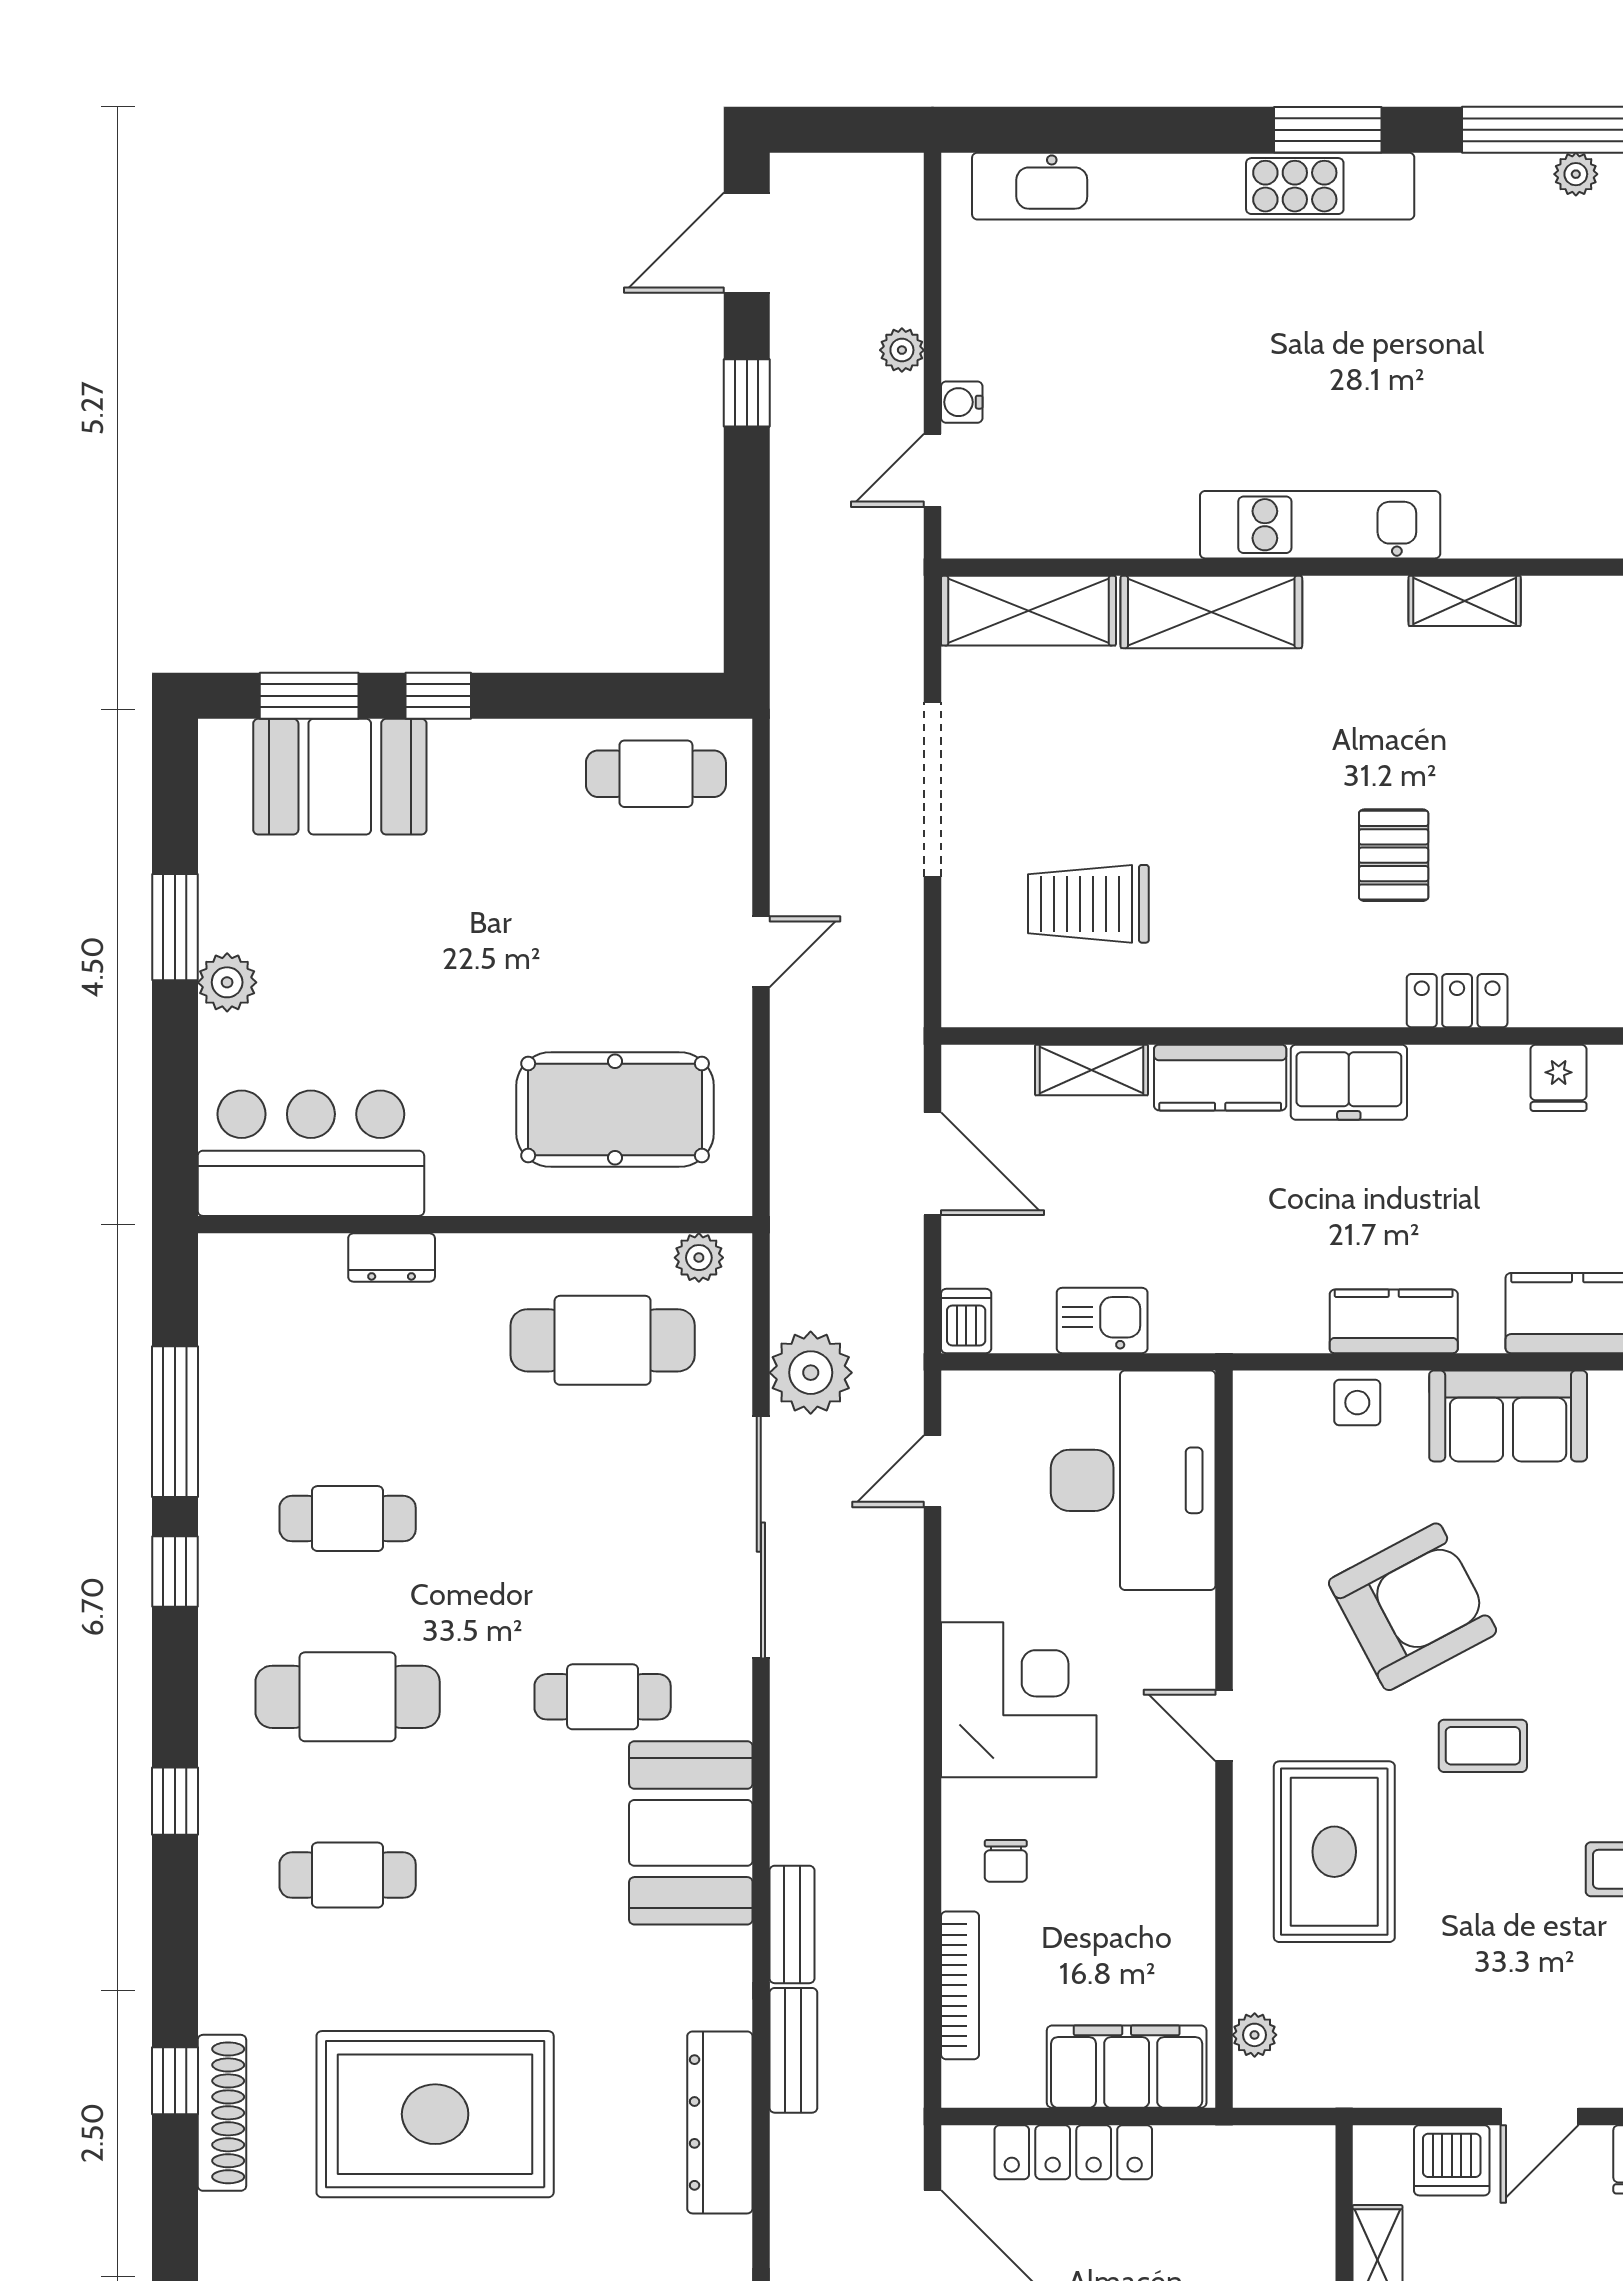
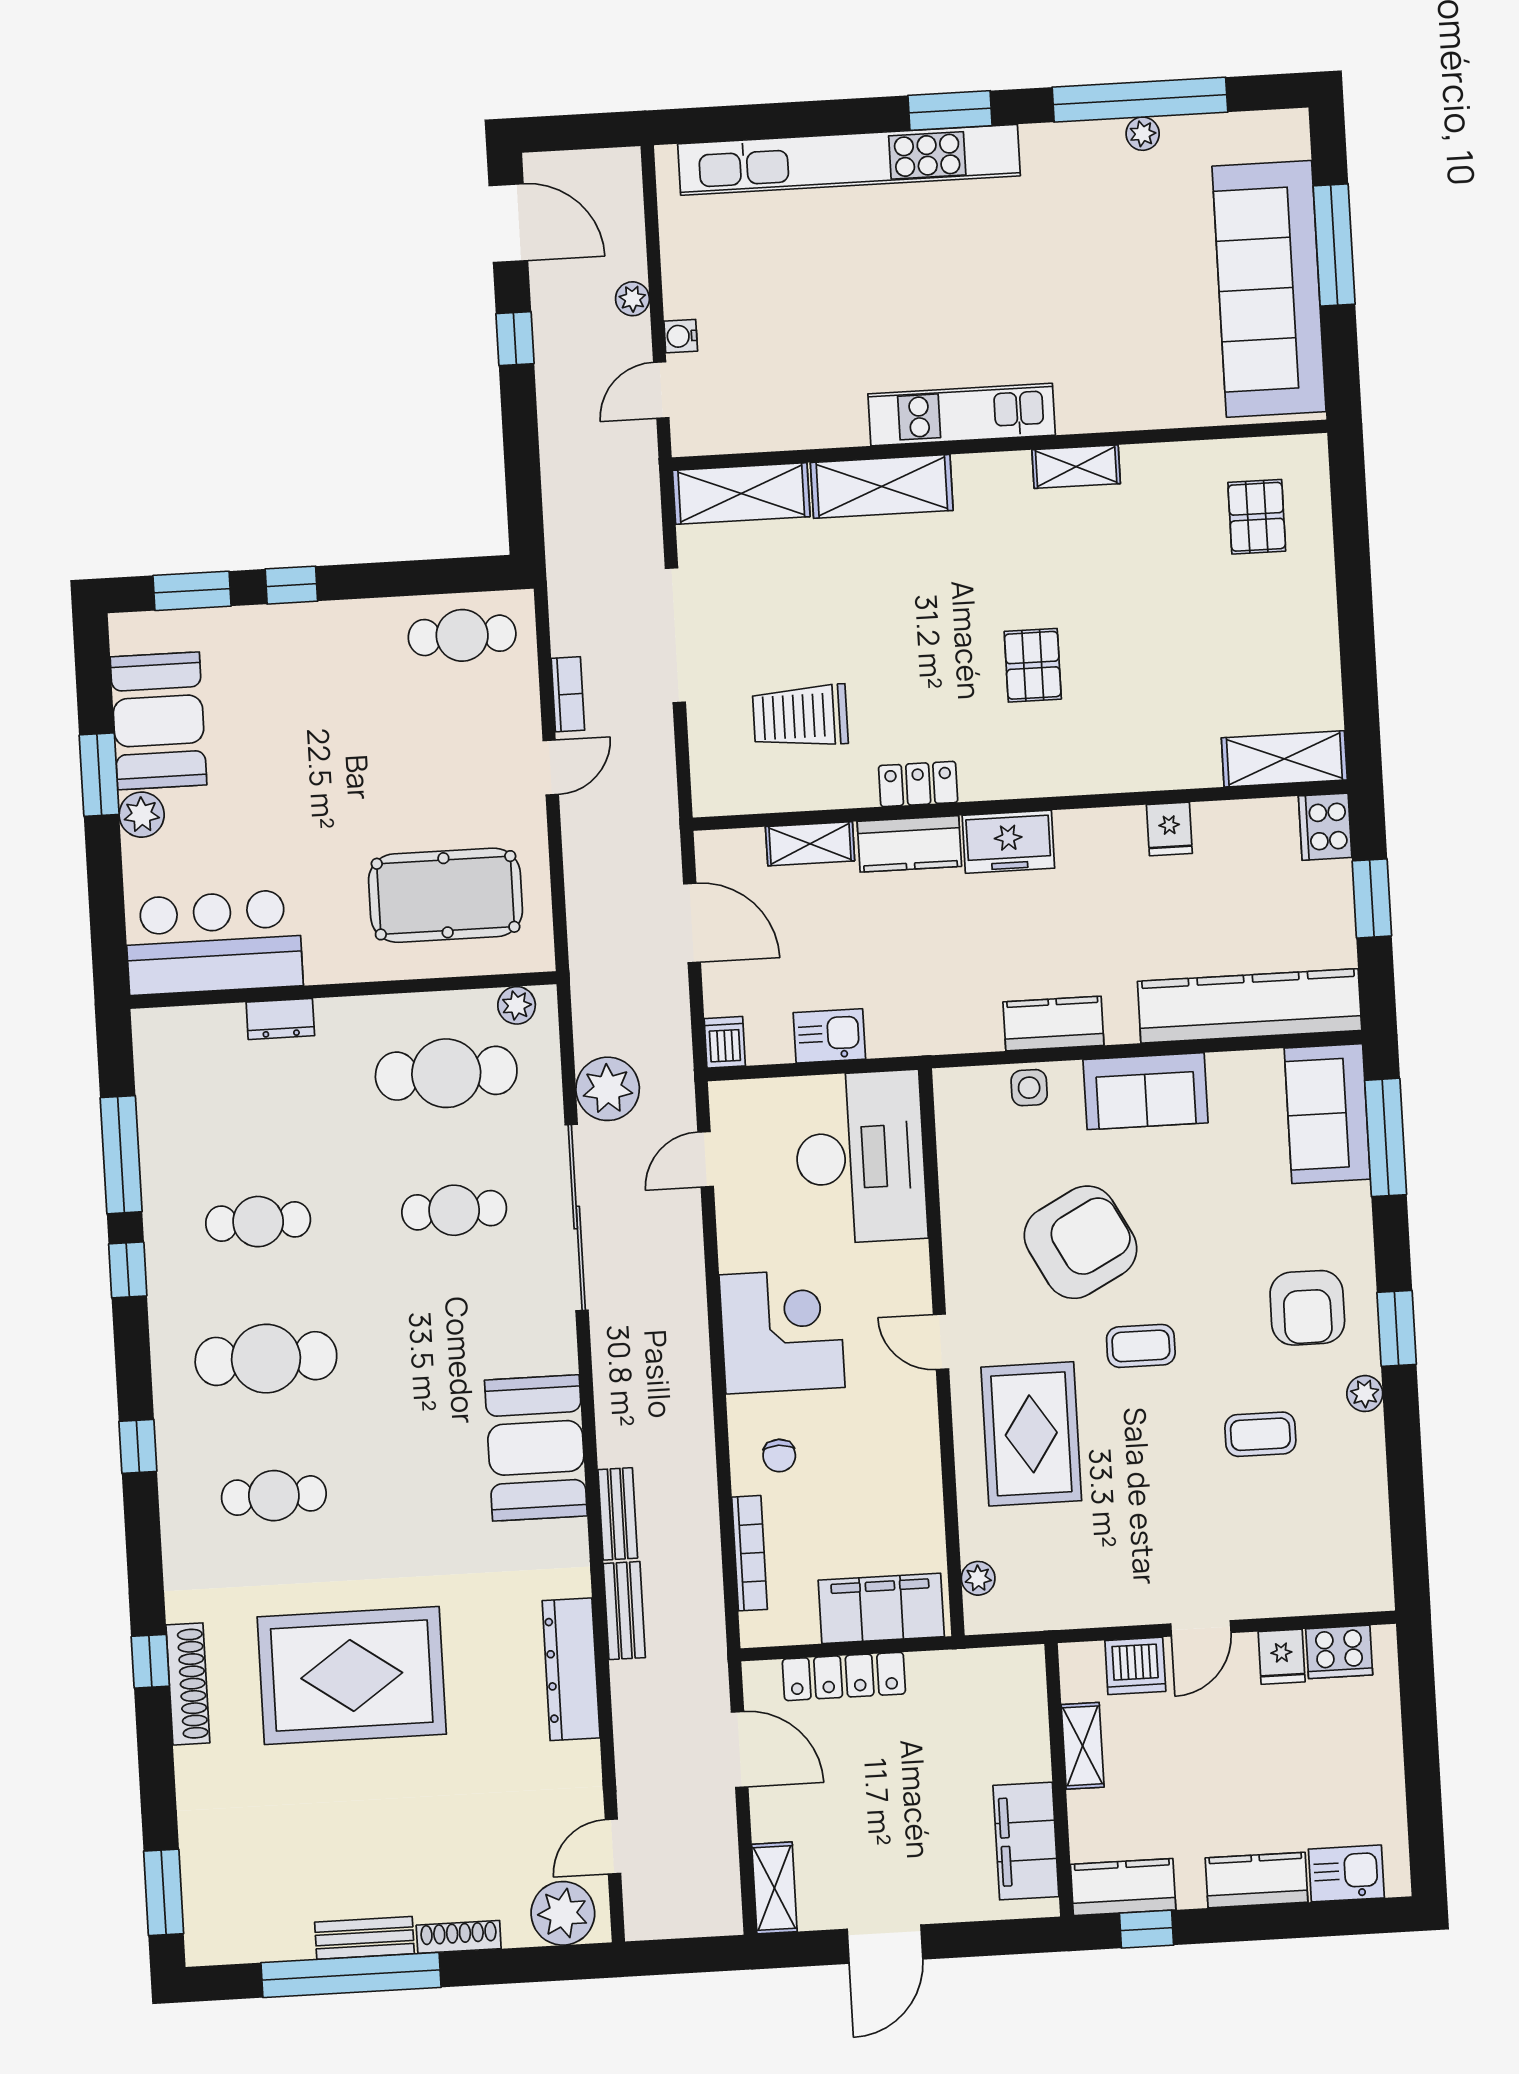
door: (747, 243) -> (508, 223), swing flipped
booth: (340, 777) -> (158, 721), moved, turned 90
bookcase: (789, 858) -> (568, 694), added
locker: (1457, 1001) -> (918, 784), moved
cafe table: (603, 1697) -> (454, 1210), moved

